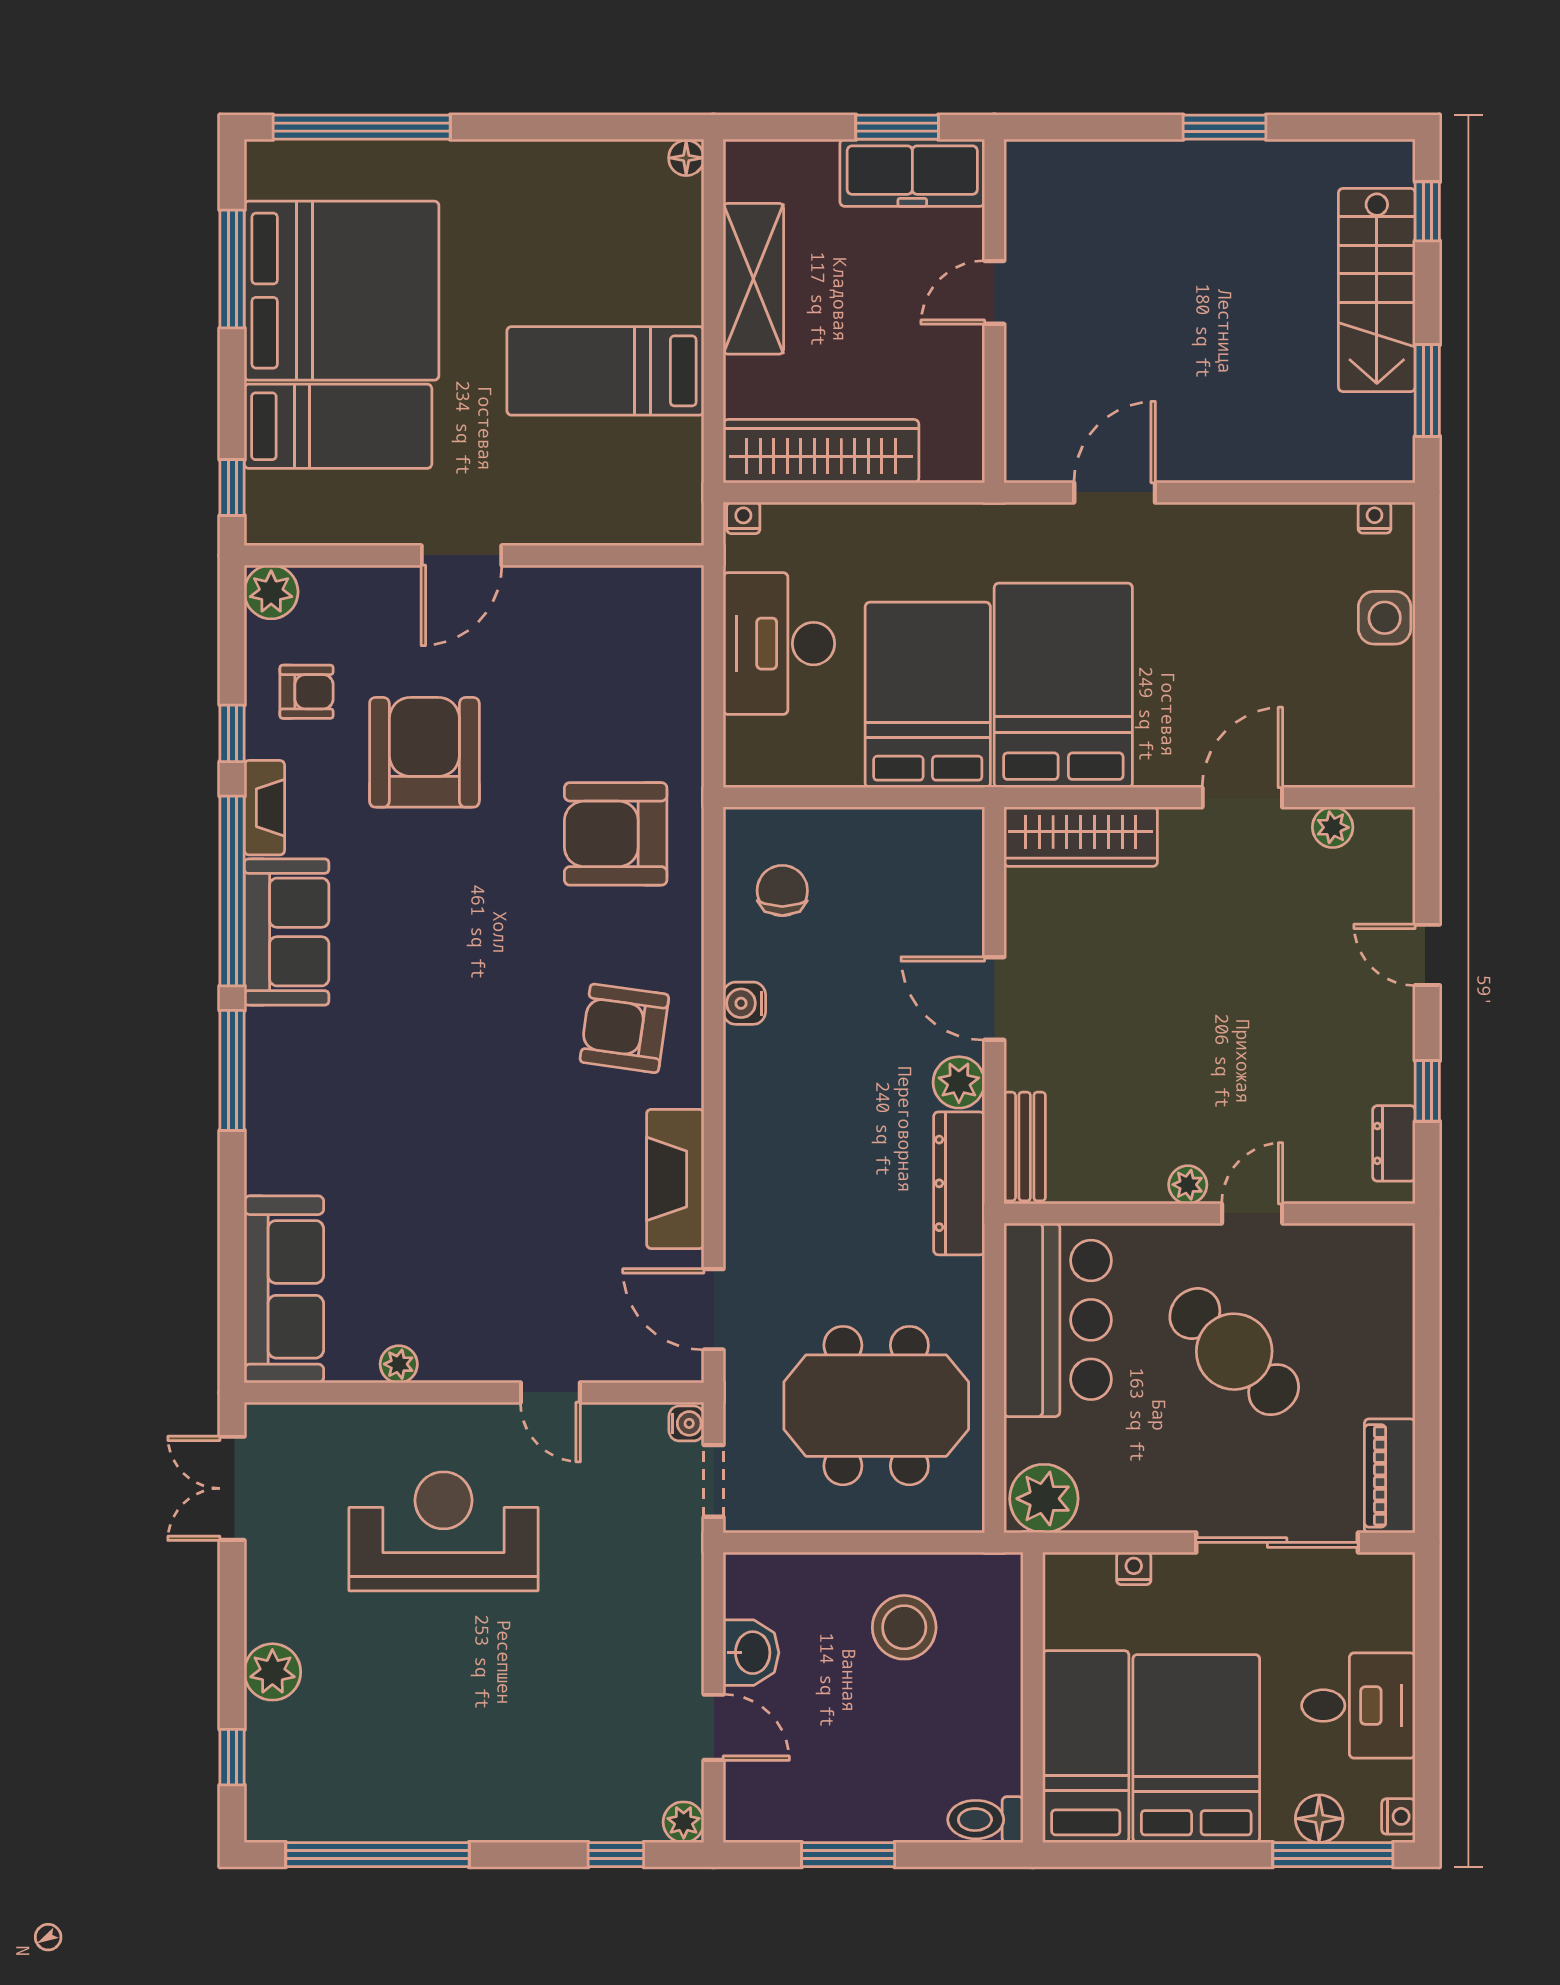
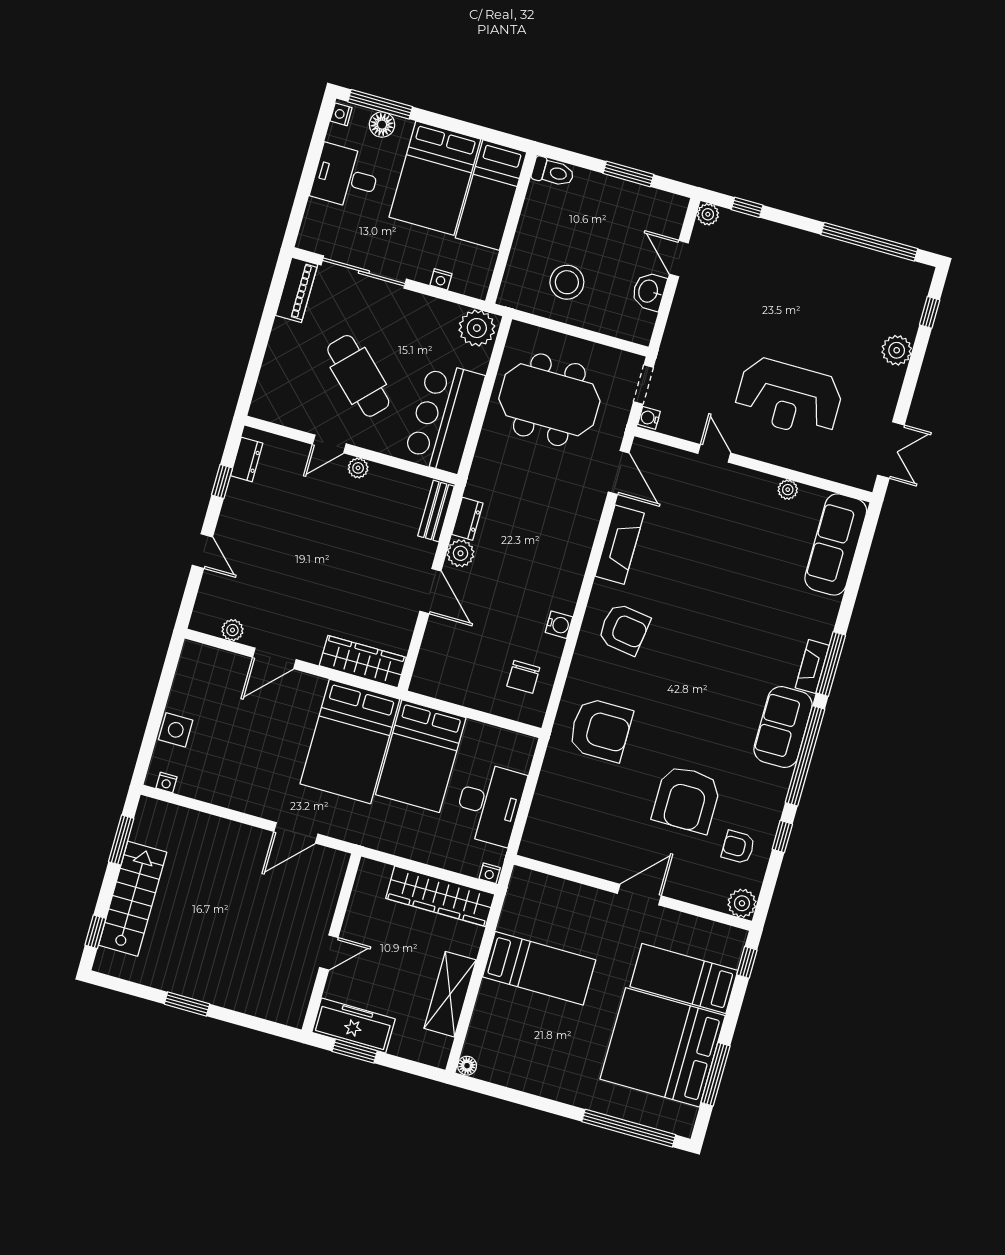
fireplace: (264, 808) -> (812, 667), moved
dresser: (959, 1183) -> (467, 519), width x0.51, depth x0.80

